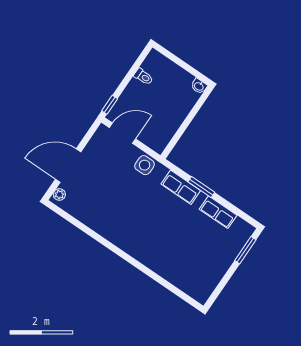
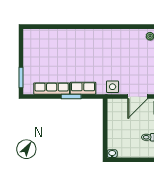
row of seats: (218, 212) -> (52, 89), width x1.48

